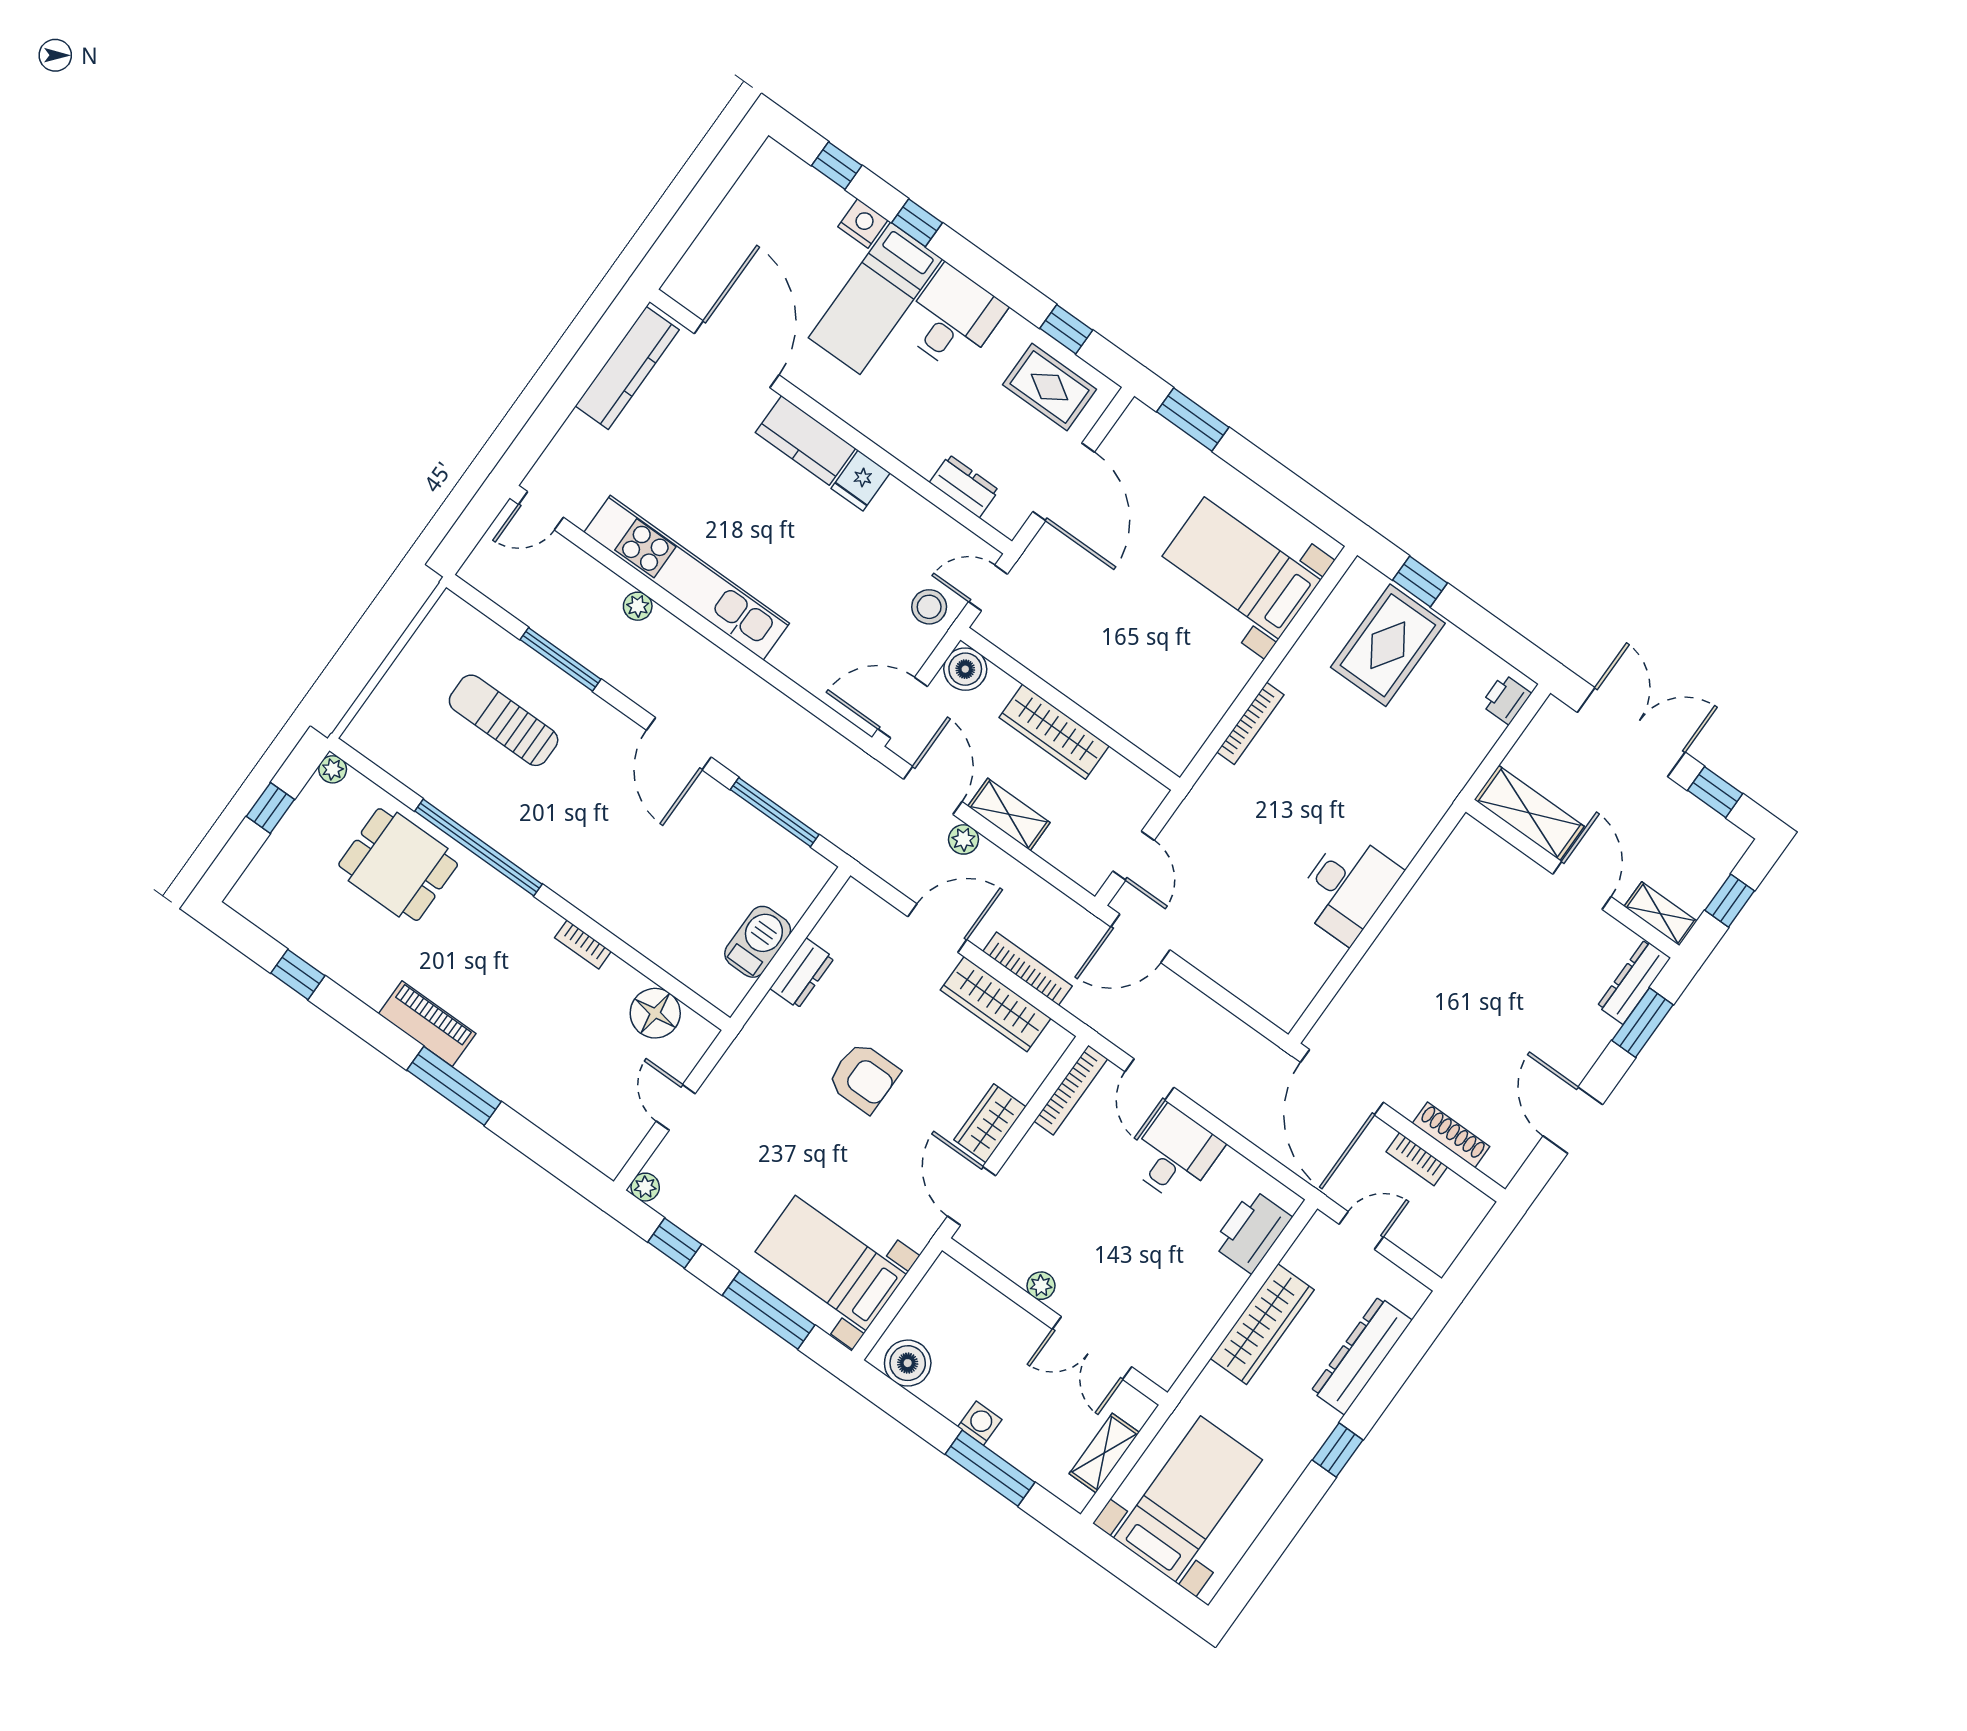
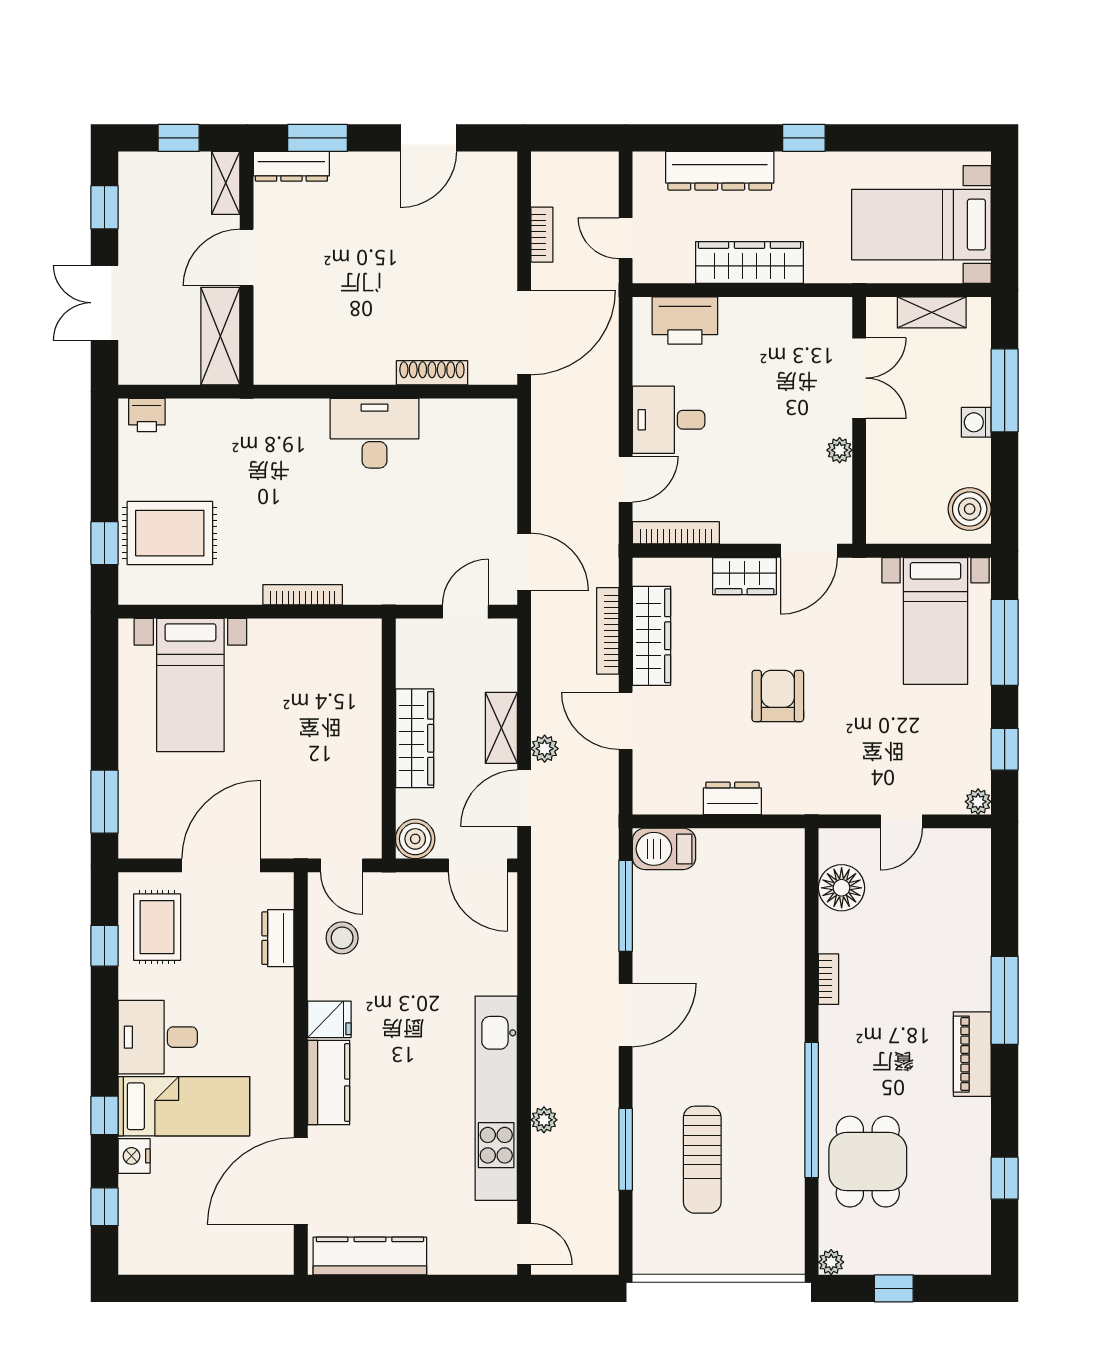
stool: (929, 607) -> (342, 938), moved
double door: (1631, 732) -> (105, 303), width x0.73
barbecue: (758, 942) -> (664, 849), moved
shoe rack: (1451, 1135) -> (432, 373), moved, turned 90

